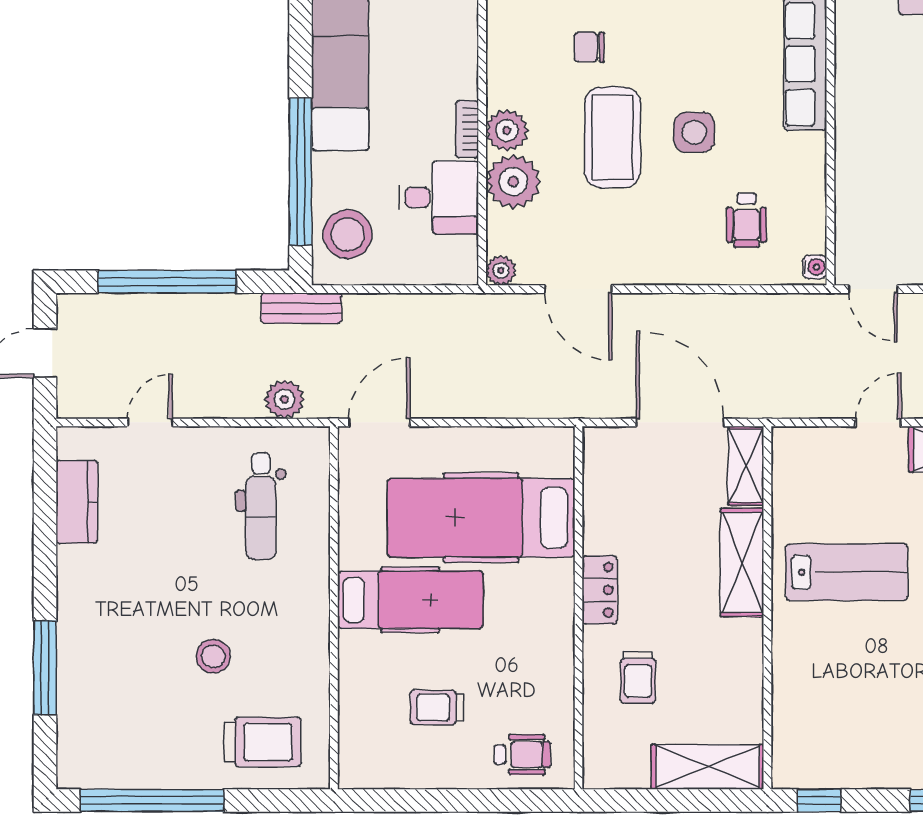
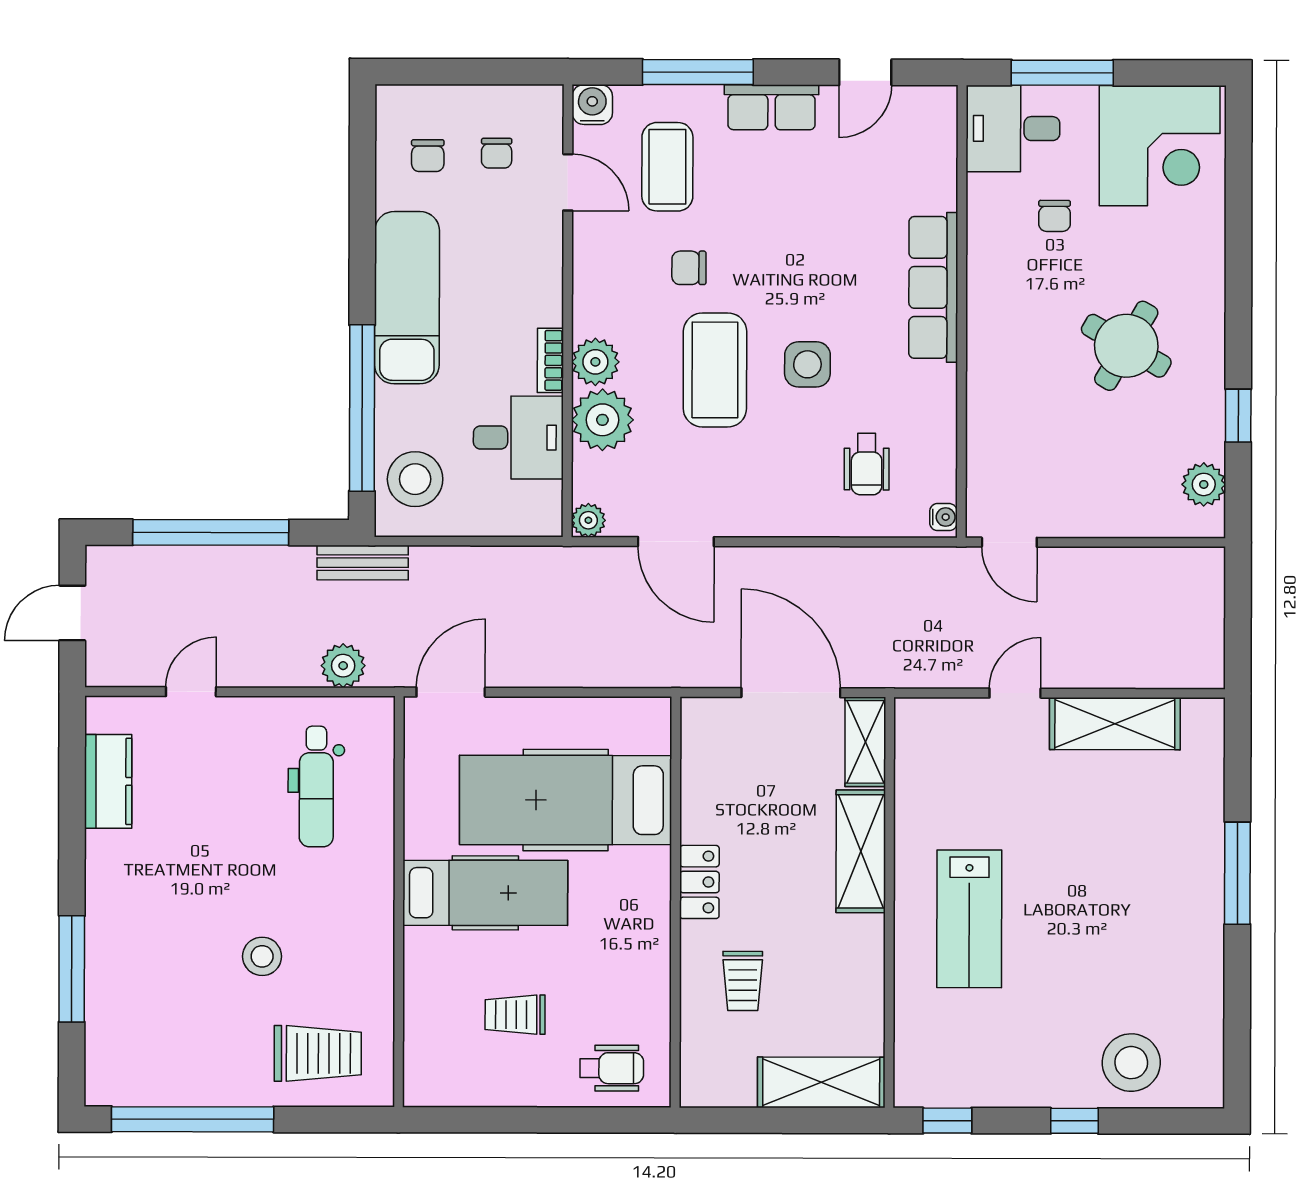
lab bench: (847, 572) -> (969, 919), moved, turned 90

